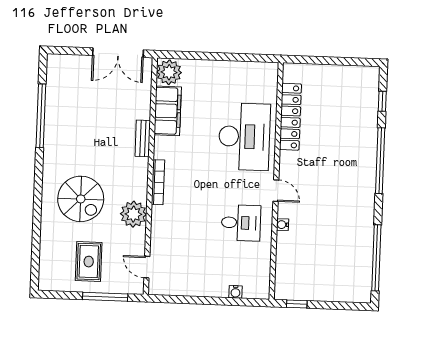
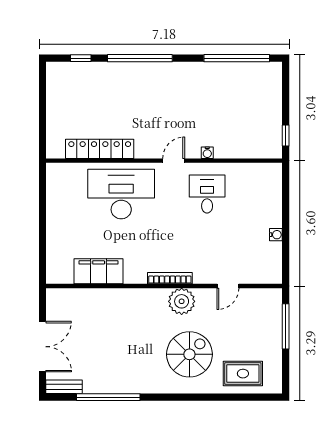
double door: (118, 53) -> (43, 347), moved
plant: (169, 72) -> (60, 271), removed
bench: (143, 138) -> (64, 387), moved
plant: (133, 214) -> (182, 301), moved
rug: (89, 262) -> (243, 374), moved
door: (147, 267) -> (228, 286), moved
water cooler: (236, 292) -> (276, 235), moved

